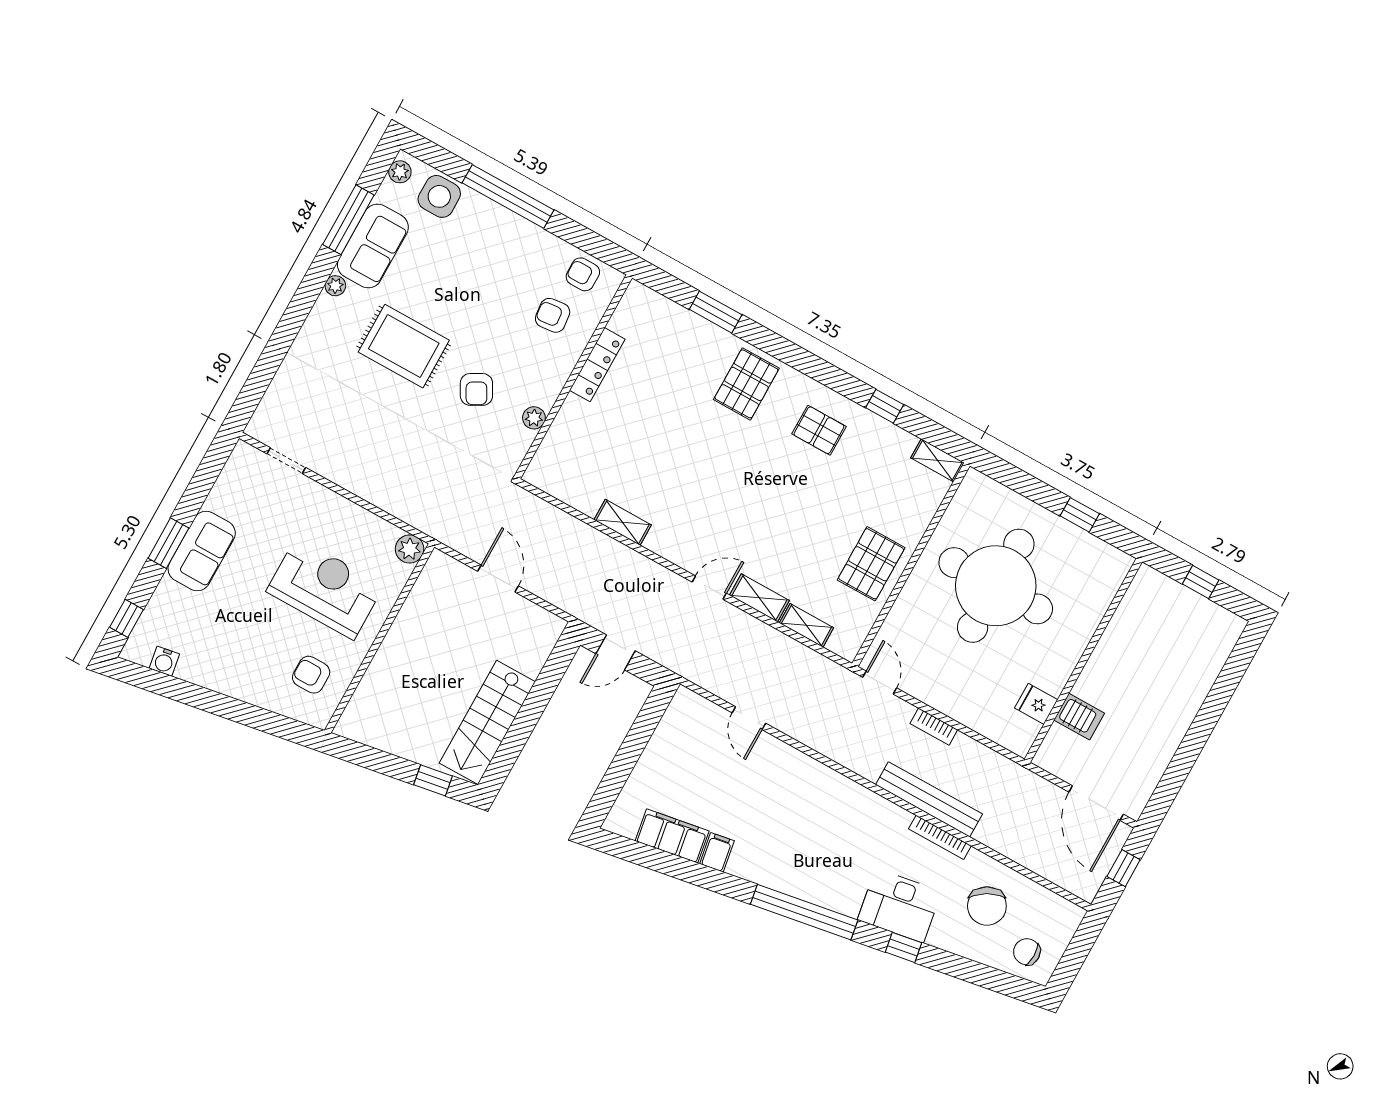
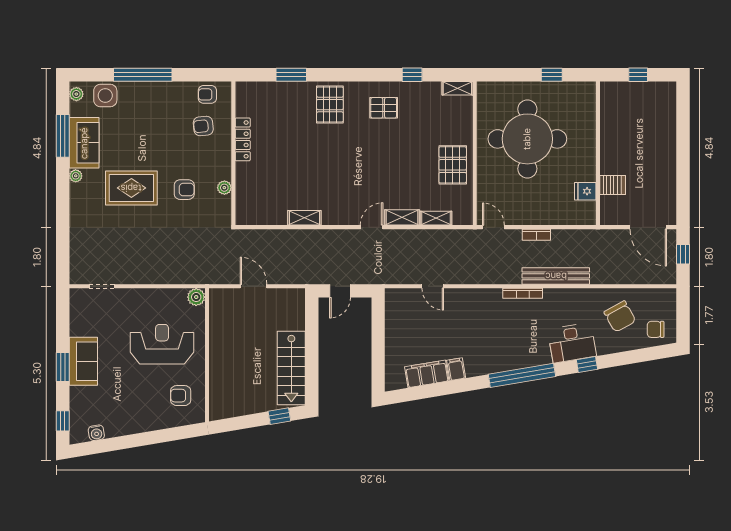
armchair: (476, 389) -> (184, 190), turned -61
bookcase: (940, 837) -> (523, 293), moved

